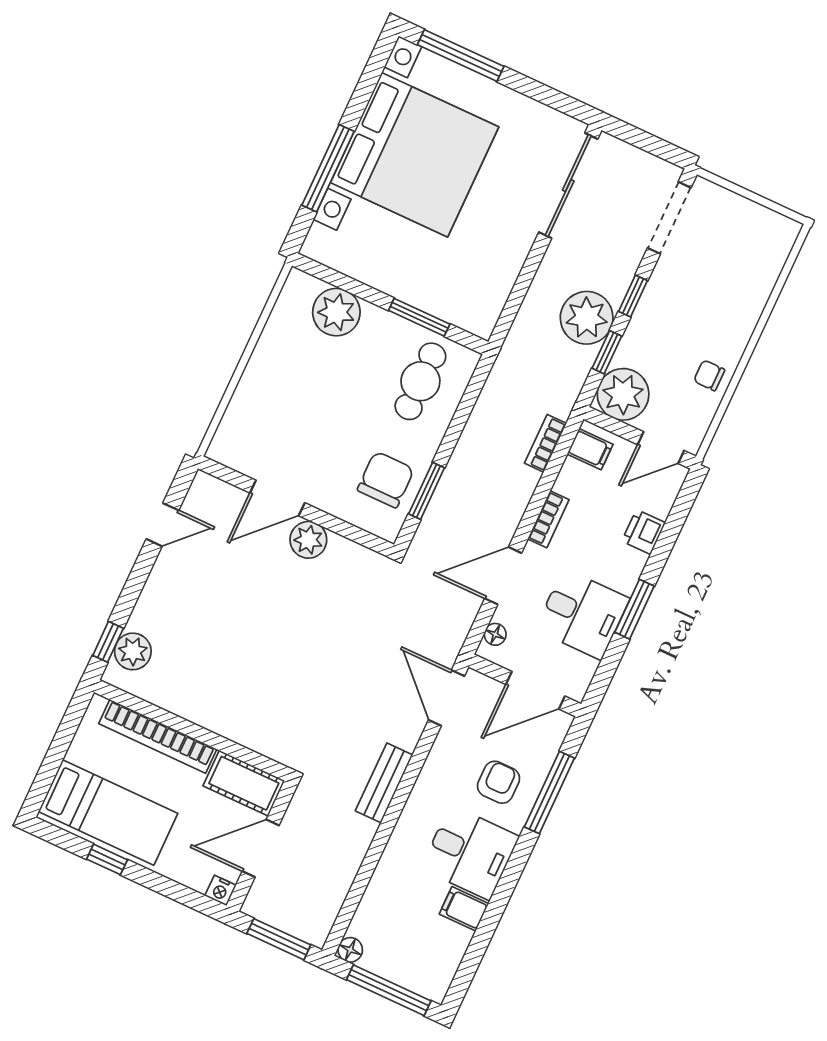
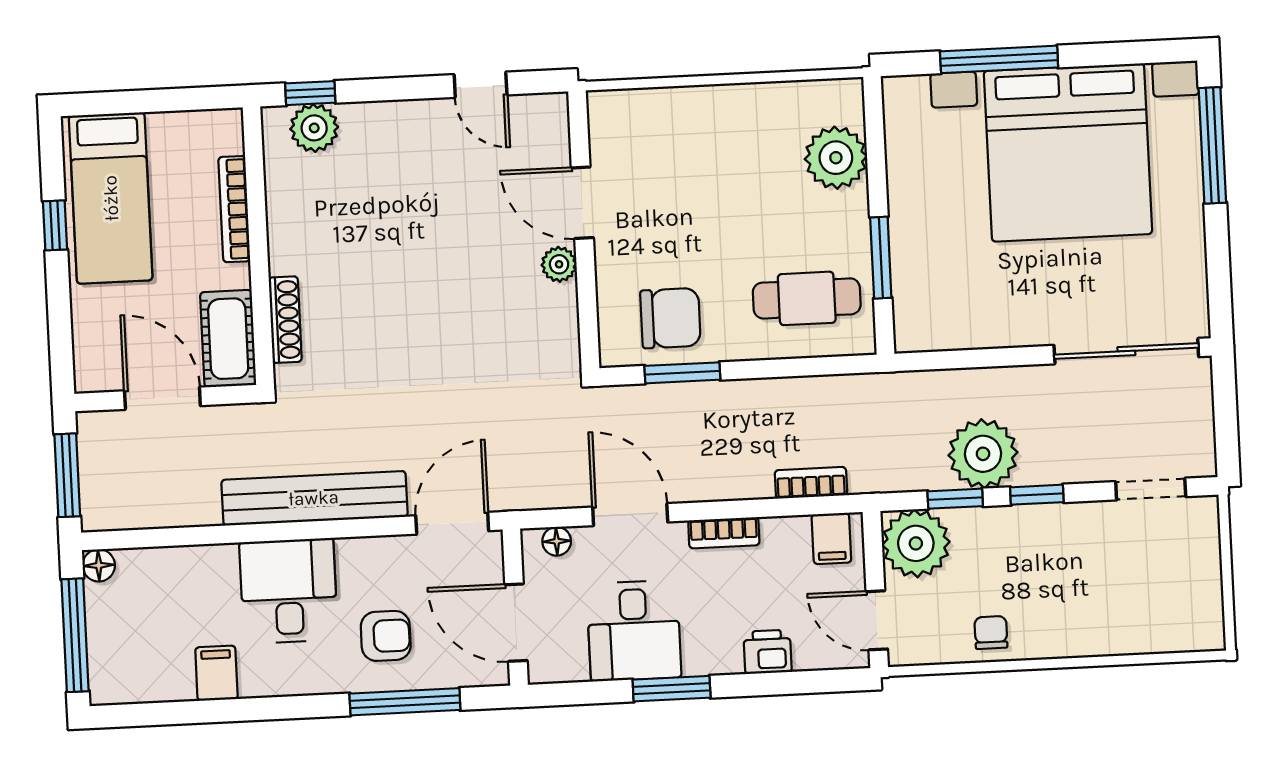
doorway: (669, 218) -> (1151, 489), width x0.73
plant: (308, 540) -> (559, 264), width x0.73, depth x0.73
bookcase: (158, 736) -> (234, 209), width x0.68, depth x0.76
shoe rack: (251, 738) -> (285, 320), added
bench: (384, 783) -> (314, 498), width x1.86, depth x1.21
desk: (470, 853) -> (289, 591), moved, turned 180
nightstand: (220, 890) -> (88, 377), removed

